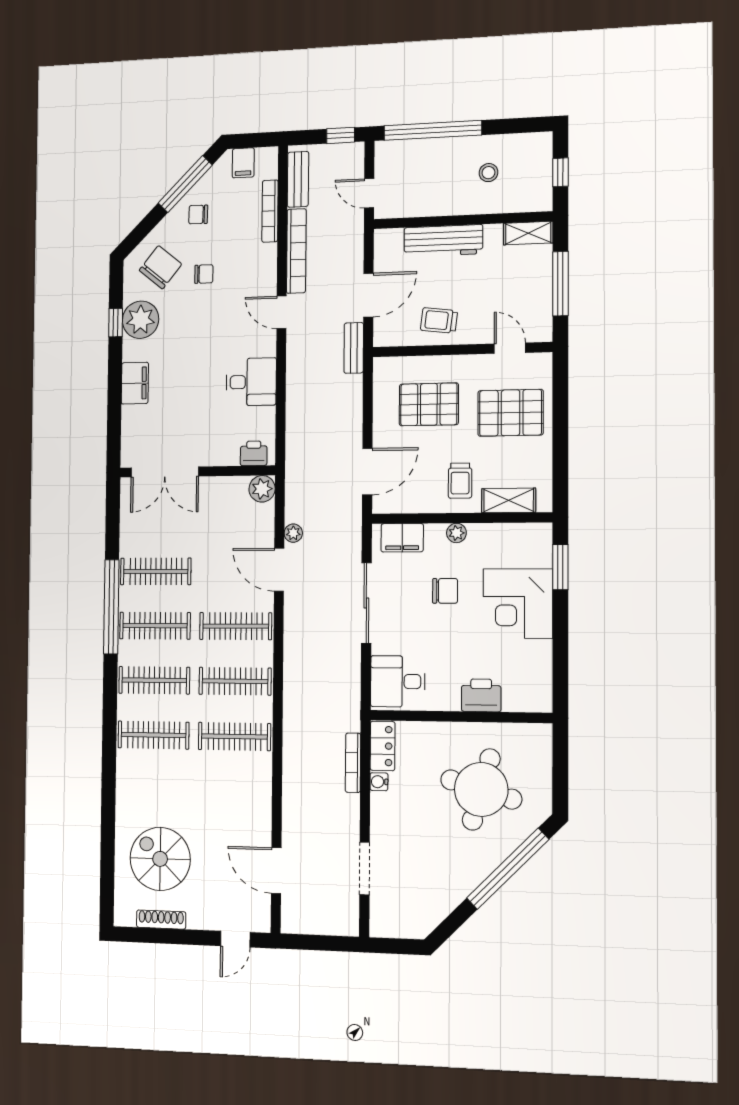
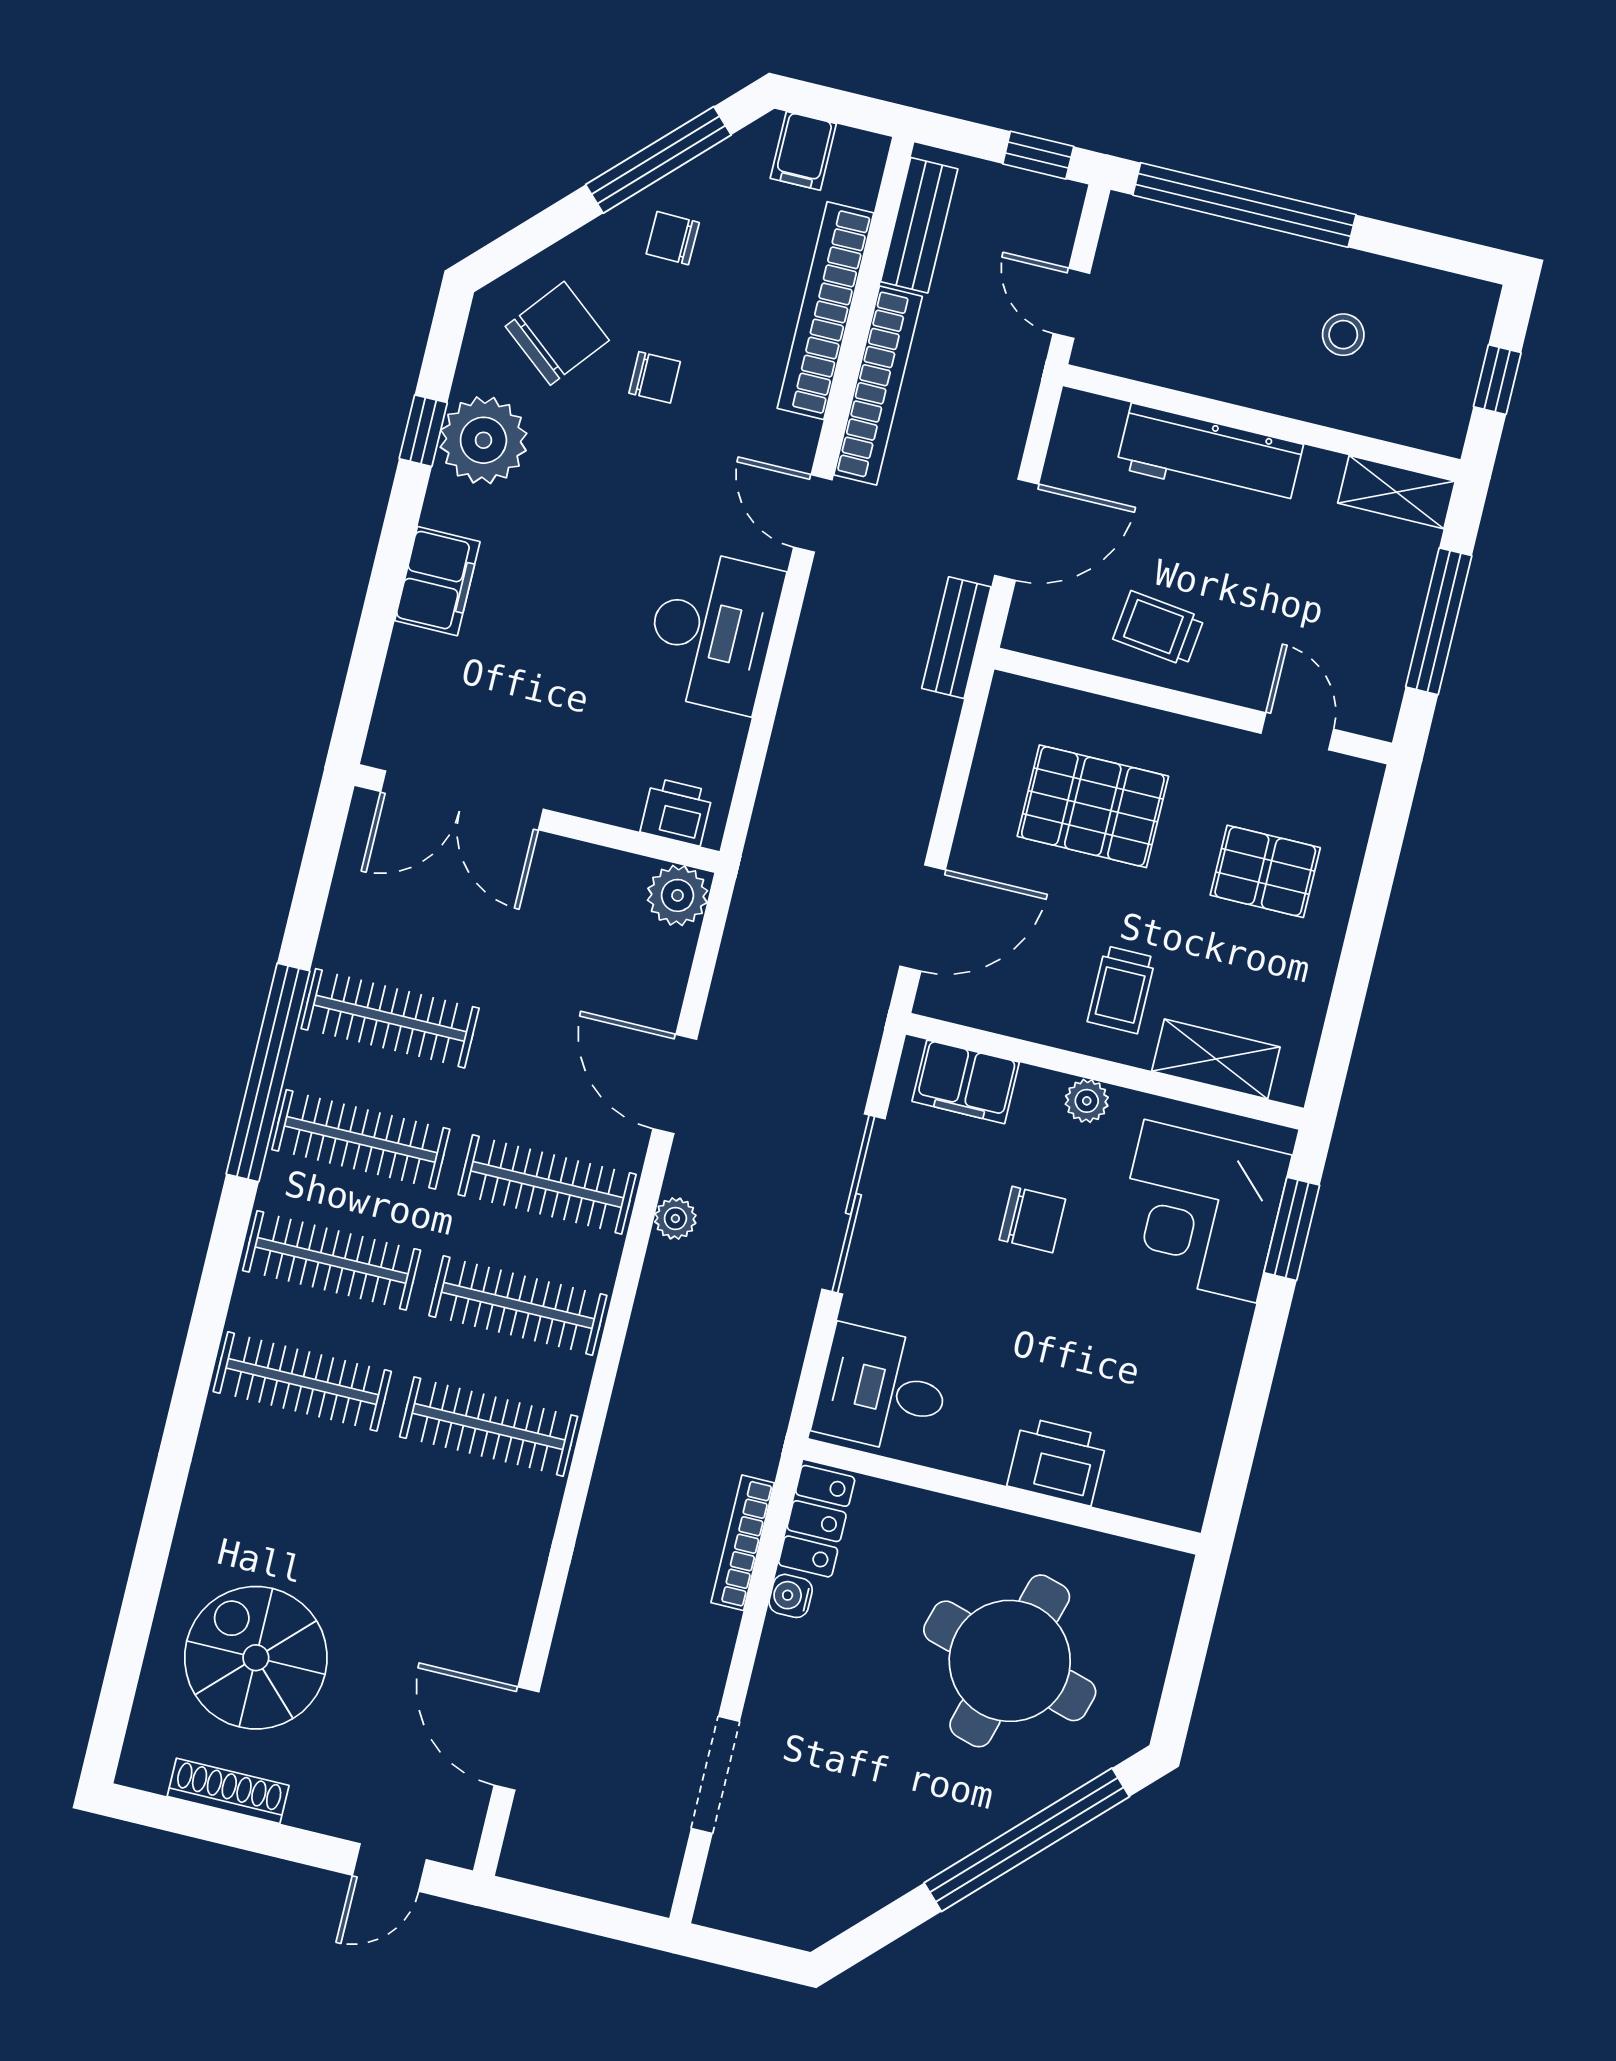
bookcase: (270, 211) -> (826, 311), width x1.48, depth x1.31
desk: (251, 382) -> (712, 631), width x1.37
pallet: (510, 413) -> (1265, 871), width x0.67, depth x0.71
plant: (293, 533) -> (675, 1219), moved
corner desk: (518, 604) -> (1200, 1211), moved

